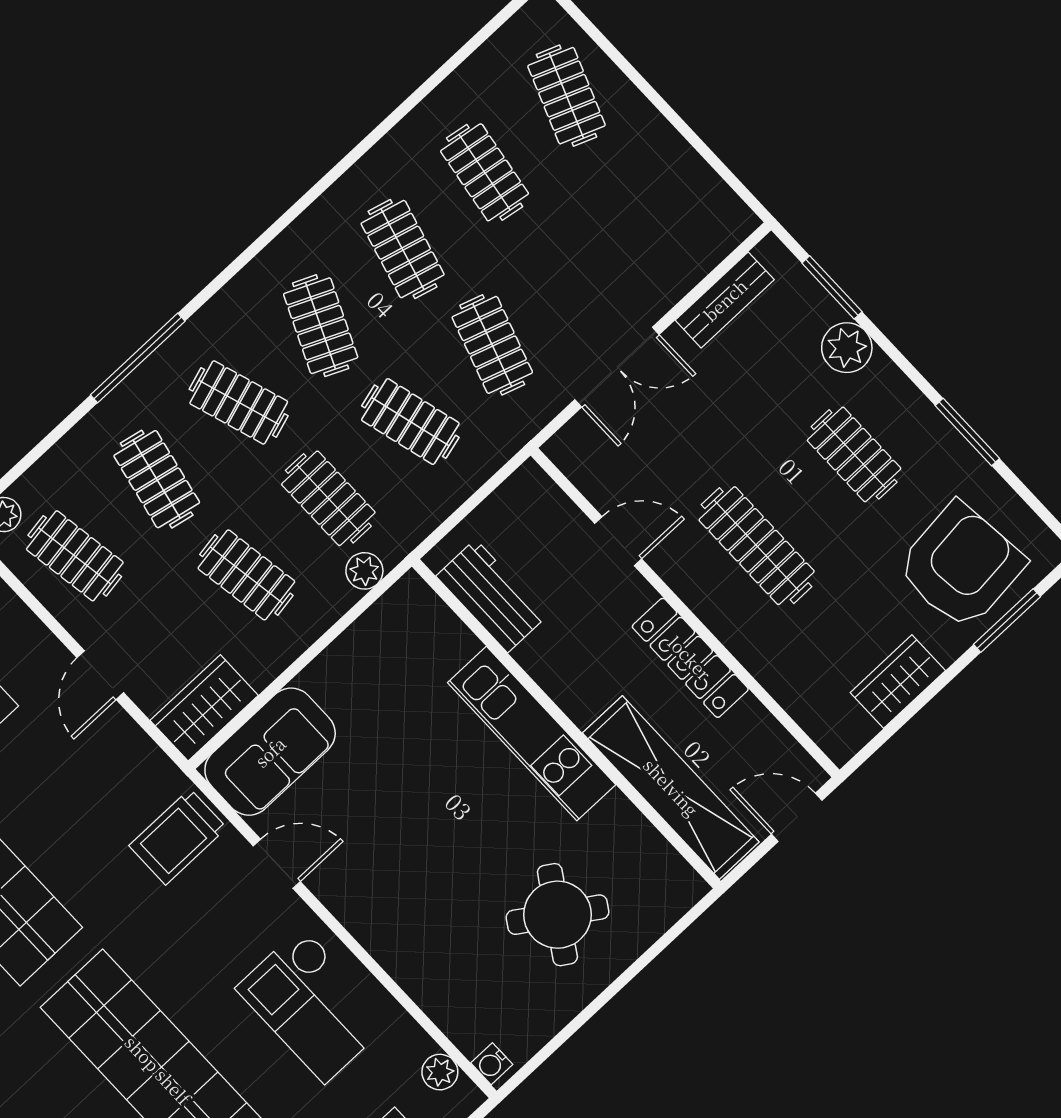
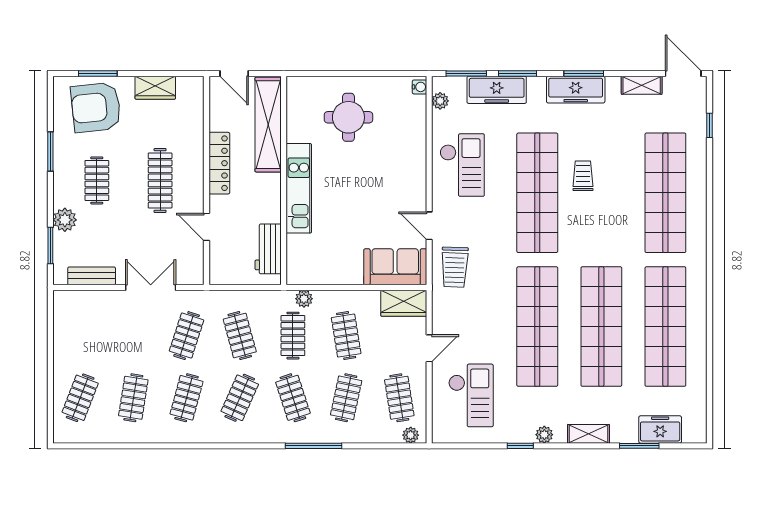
trolley: (178, 837) -> (455, 267), turned 92
round table: (557, 915) -> (348, 117), turned -33

